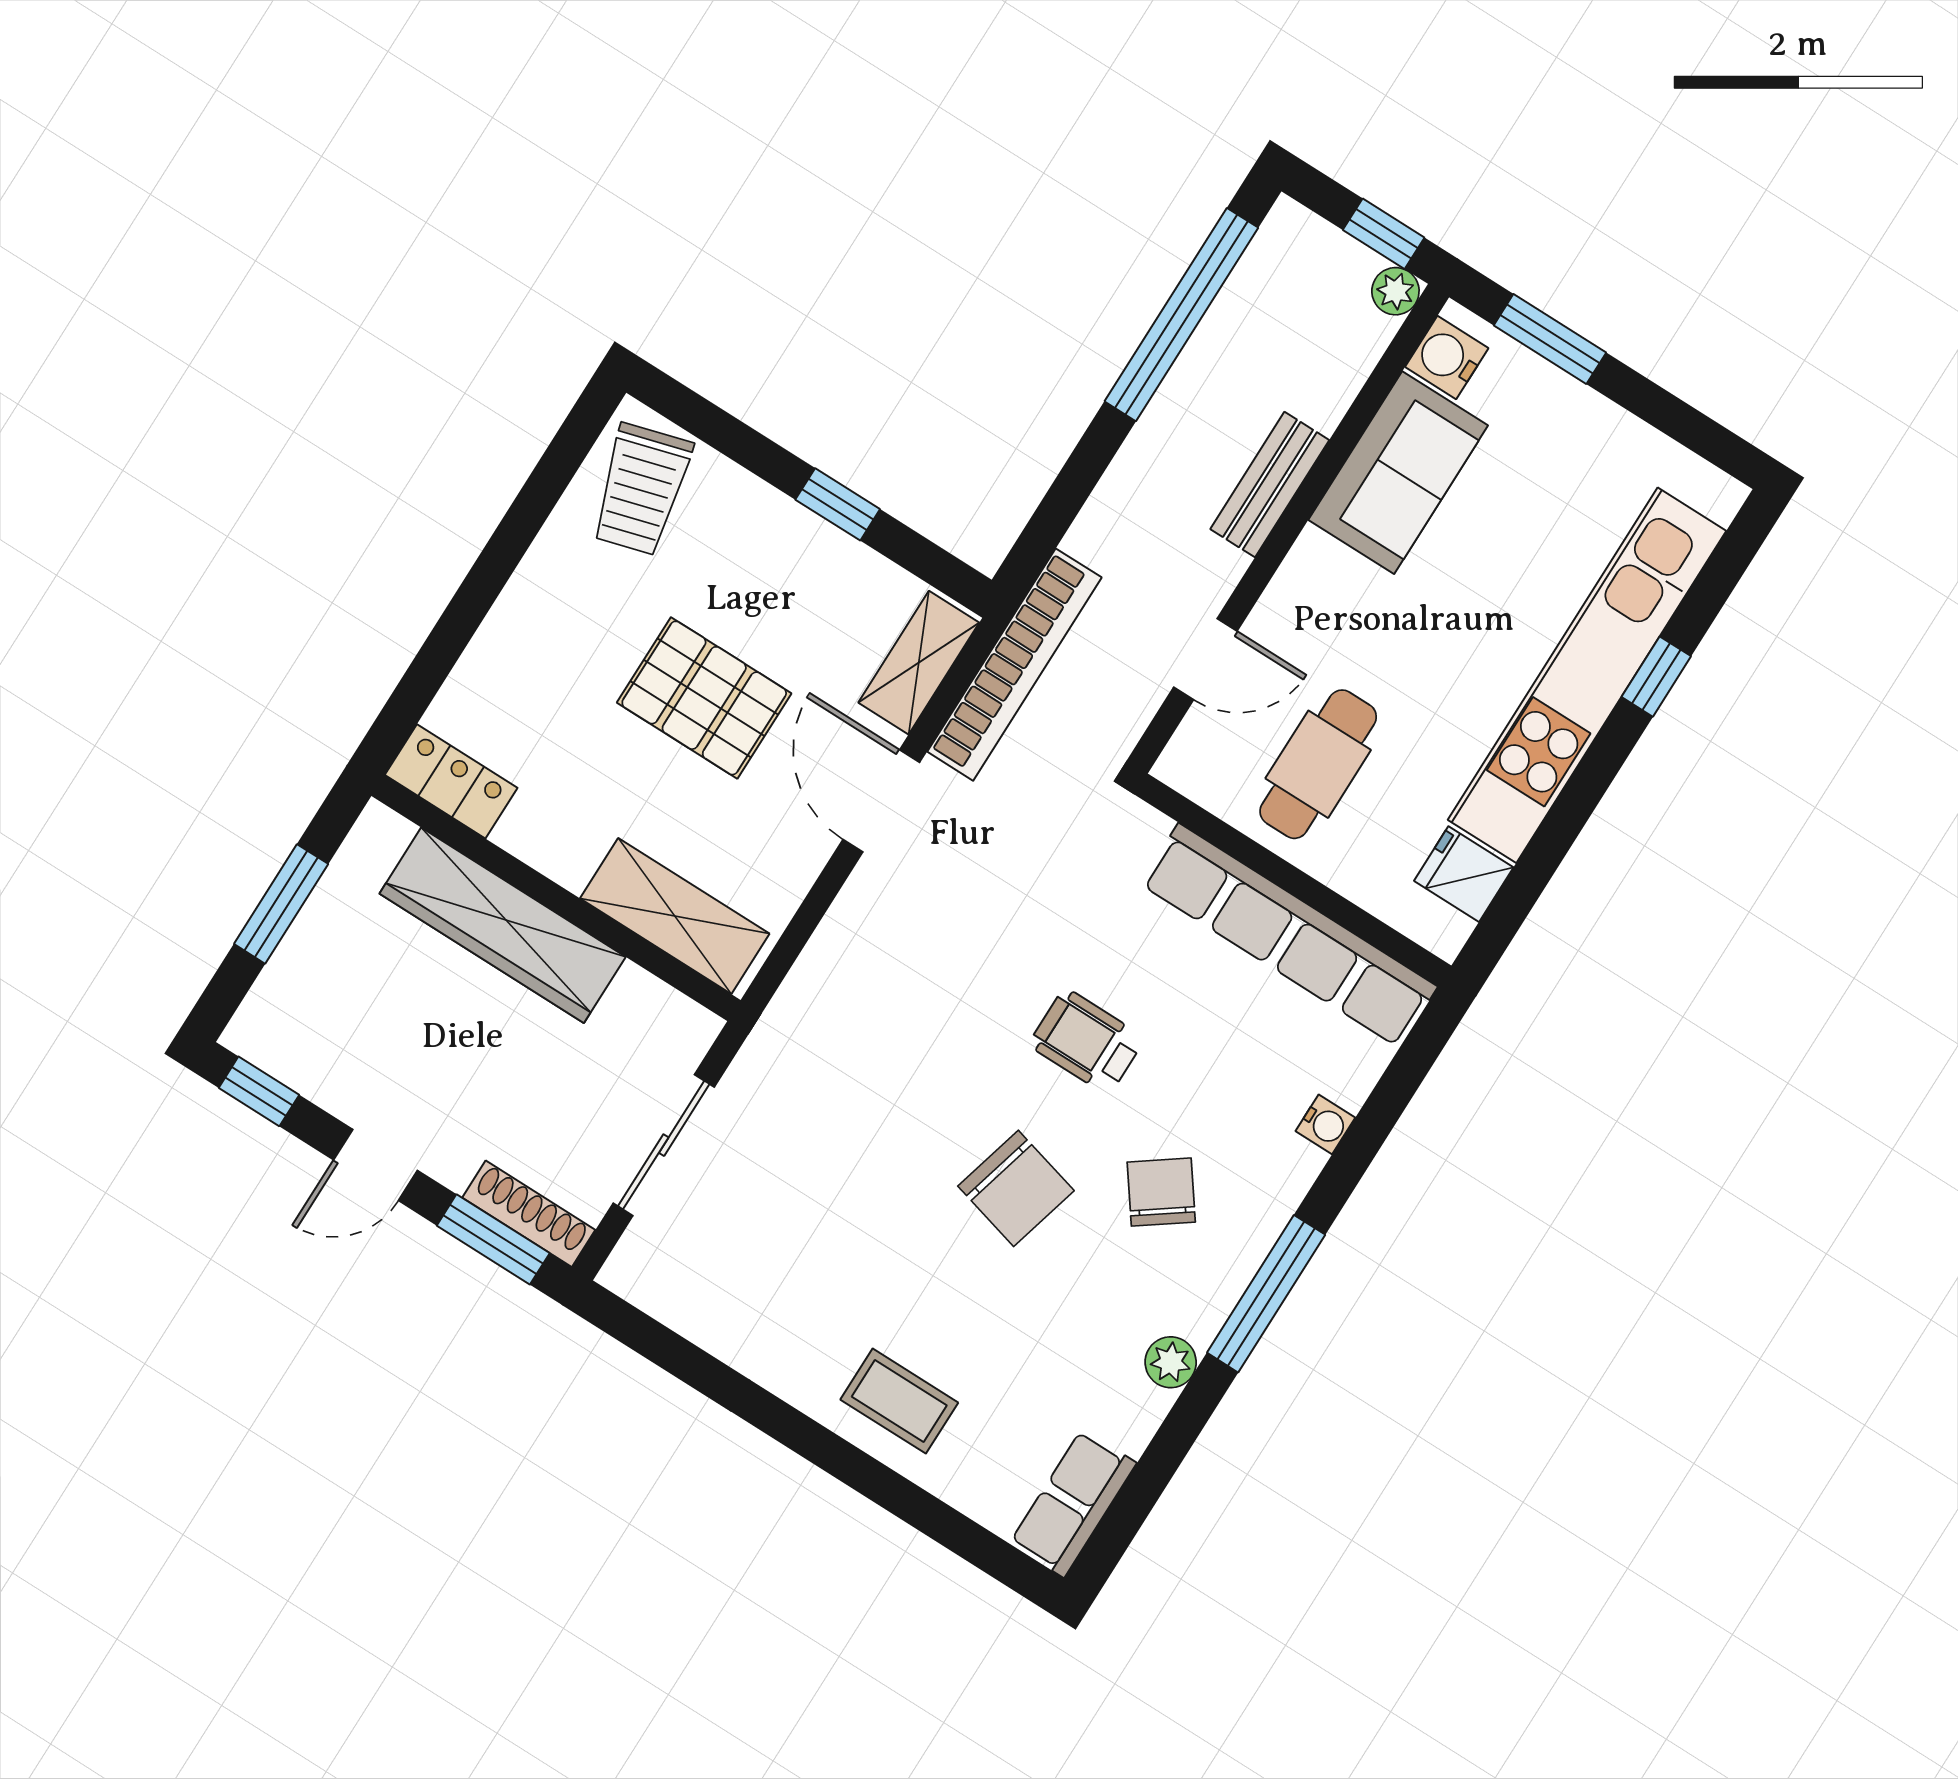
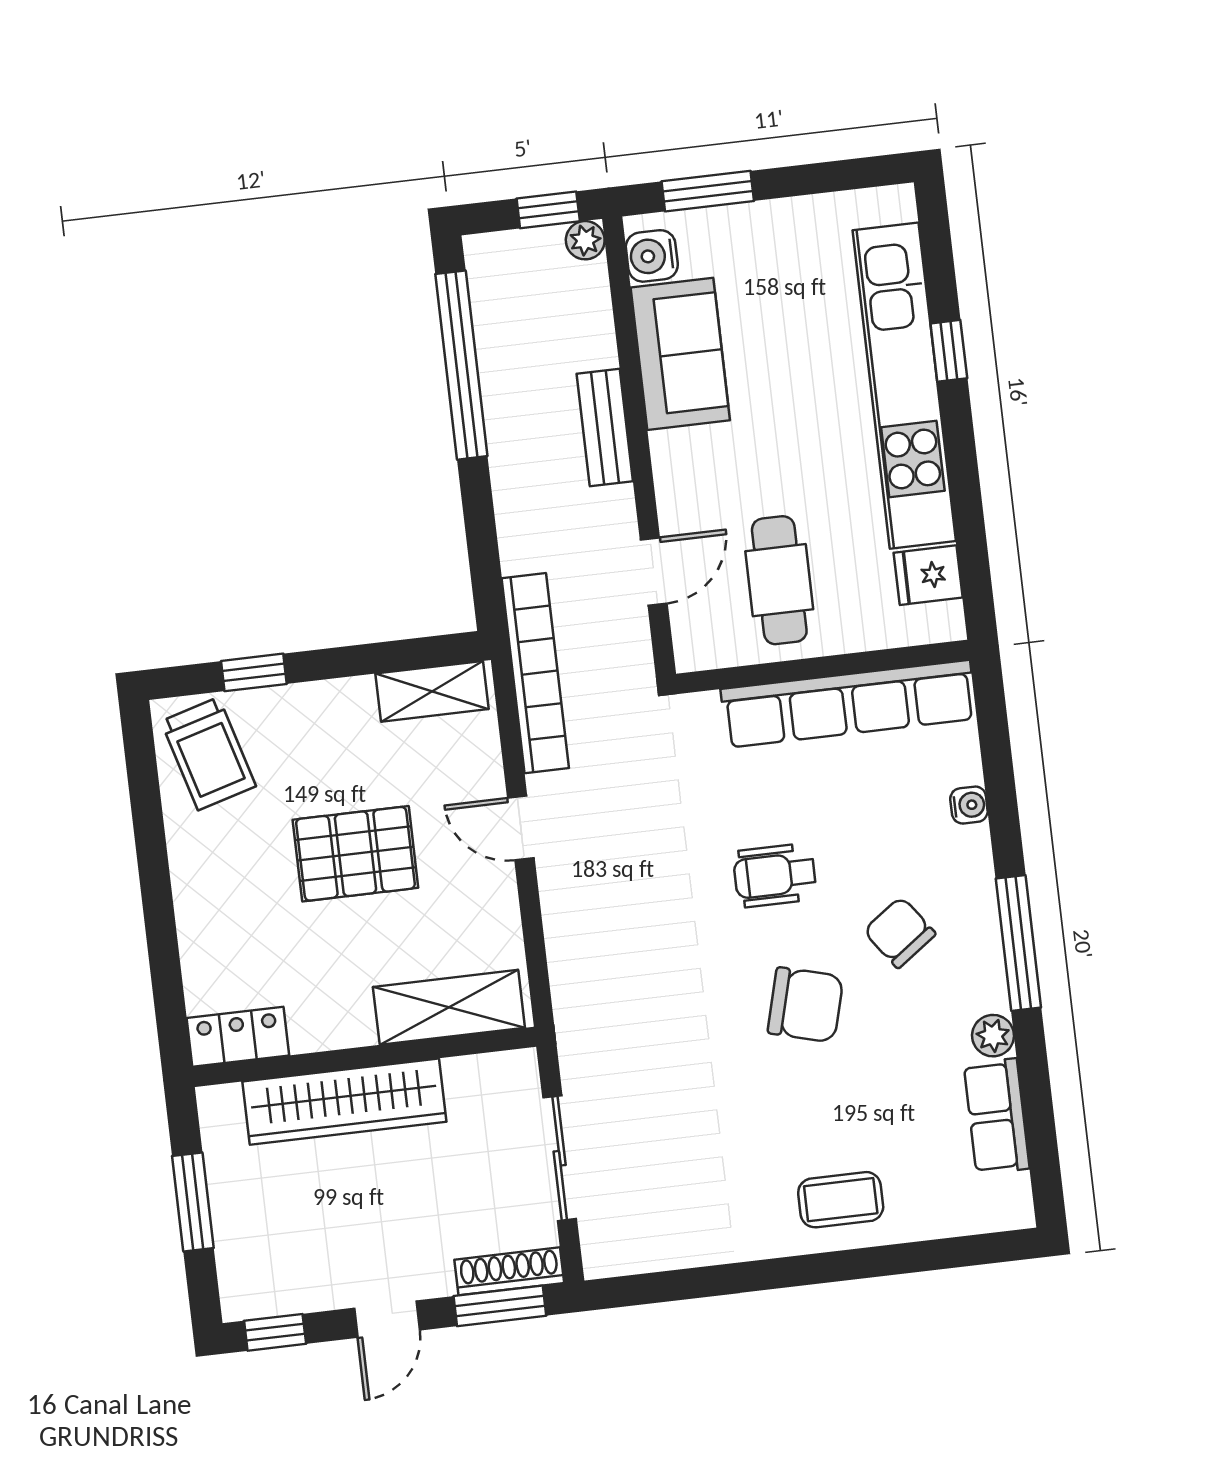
window: (838, 504) -> (254, 672), moved
shelving: (919, 663) -> (432, 691), moved, turned 90
door: (881, 801) -> (521, 828), width x0.73
row of seats: (1073, 1503) -> (997, 1116), moved

